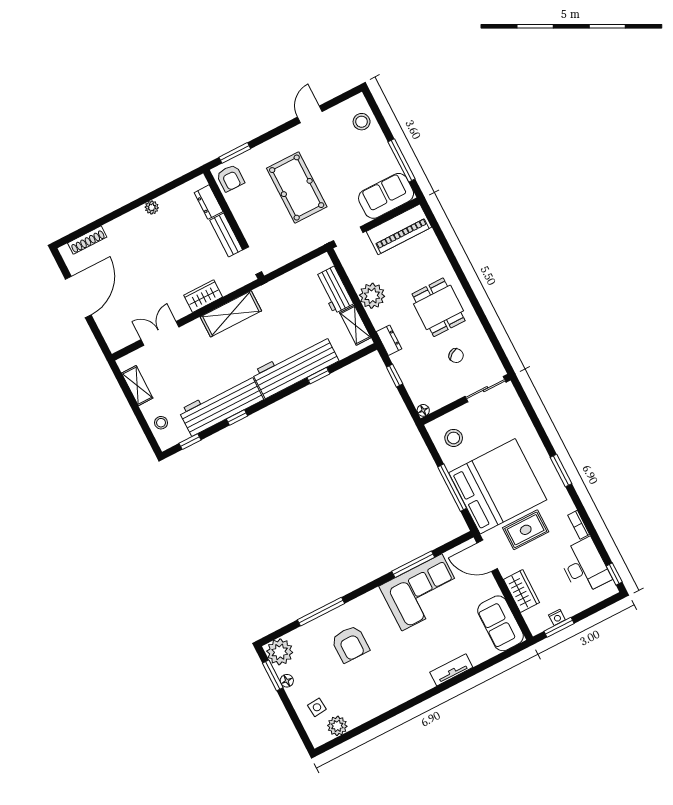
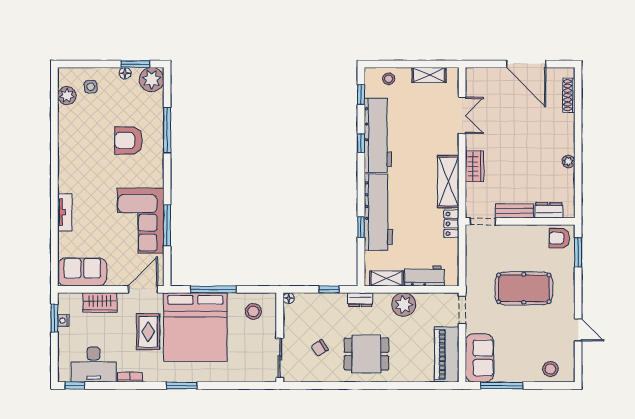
locker: (270, 290) -> (451, 224), added

